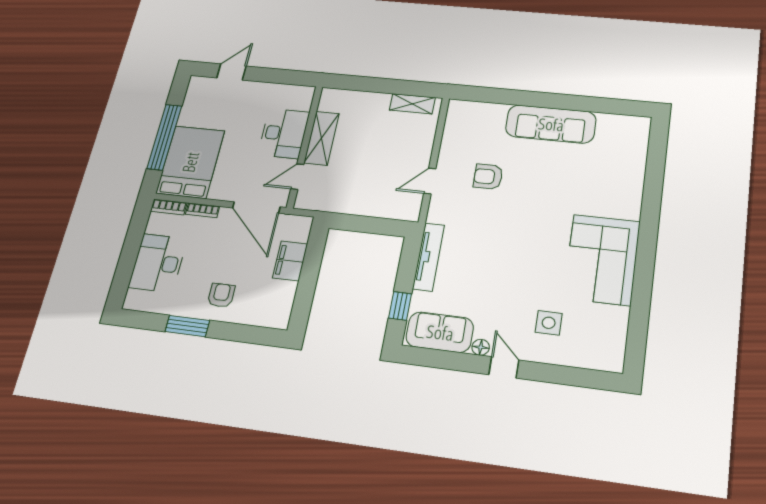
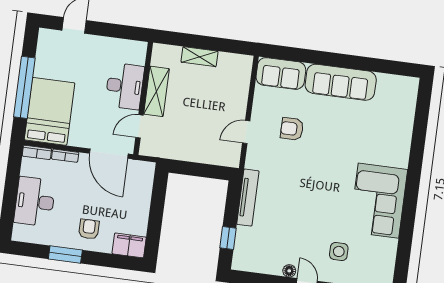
shelving: (412, 104) -> (200, 57), moved
filing cabinet: (290, 261) -> (129, 245), moved, turned 90
sofa: (440, 332) -> (281, 73), moved, turned 180

